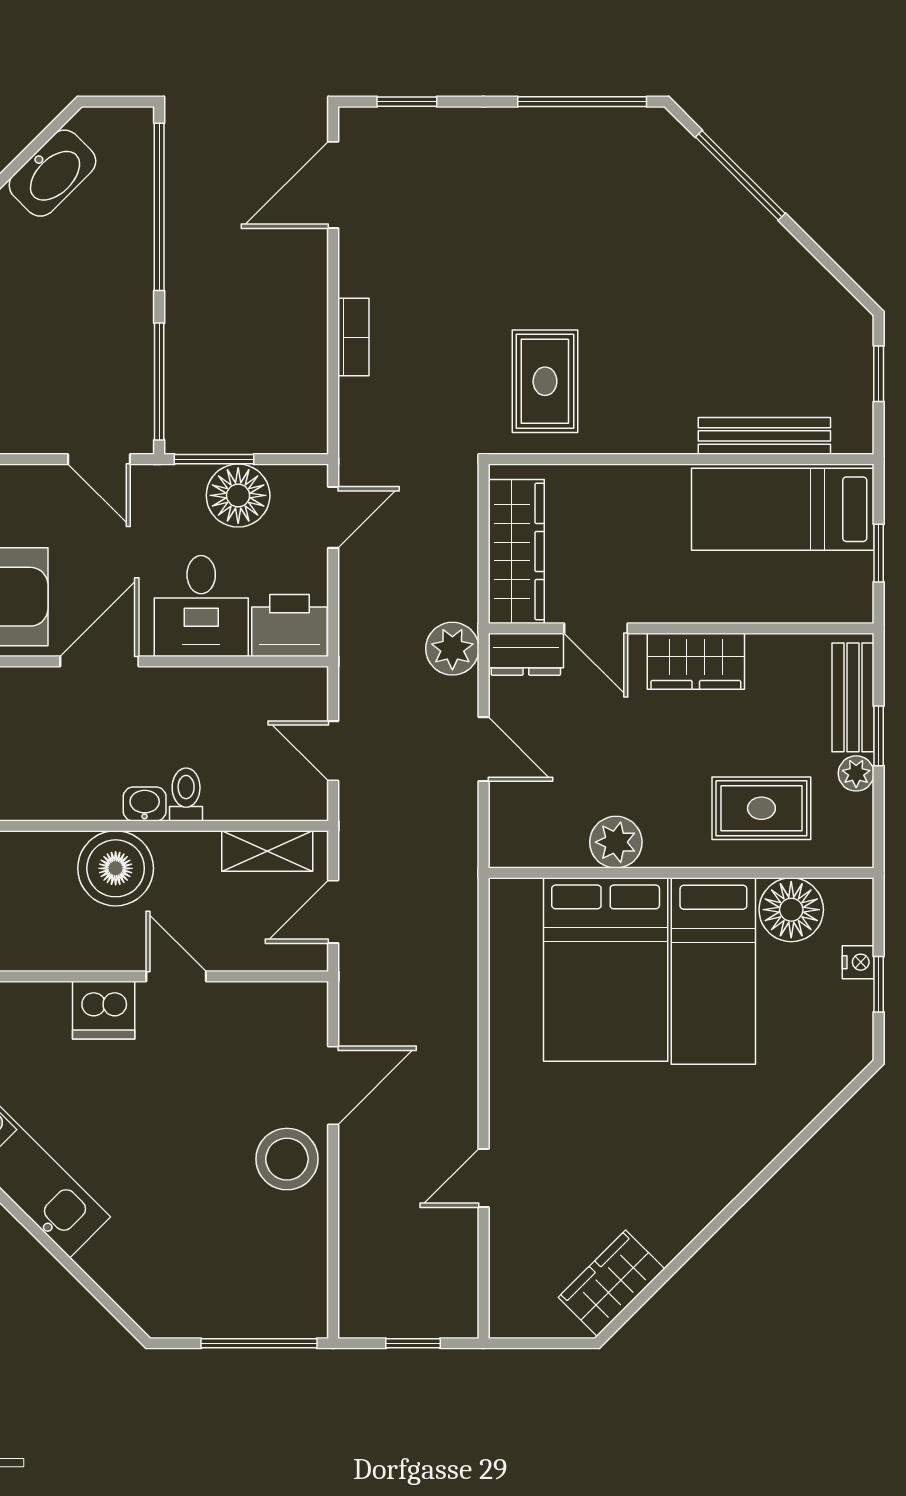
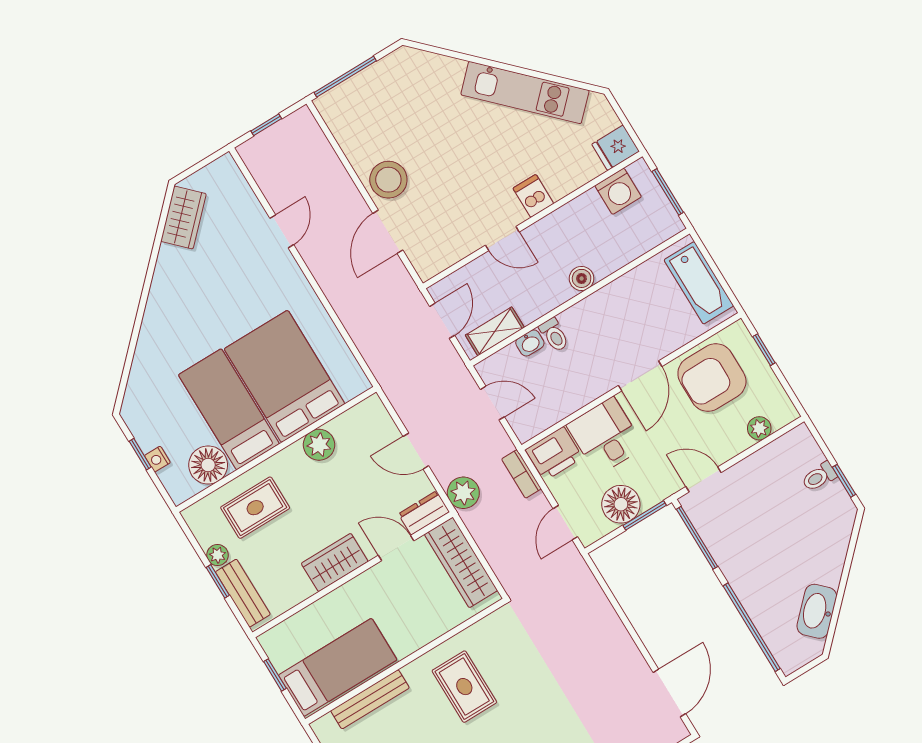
bookcase: (353, 337) -> (521, 474), moved
rug: (545, 381) -> (464, 687), moved
washbasin: (145, 804) -> (530, 343), moved
boiler: (116, 868) -> (582, 278), width x0.54, depth x0.54
dishwasher: (104, 1010) -> (533, 196), width x0.73

